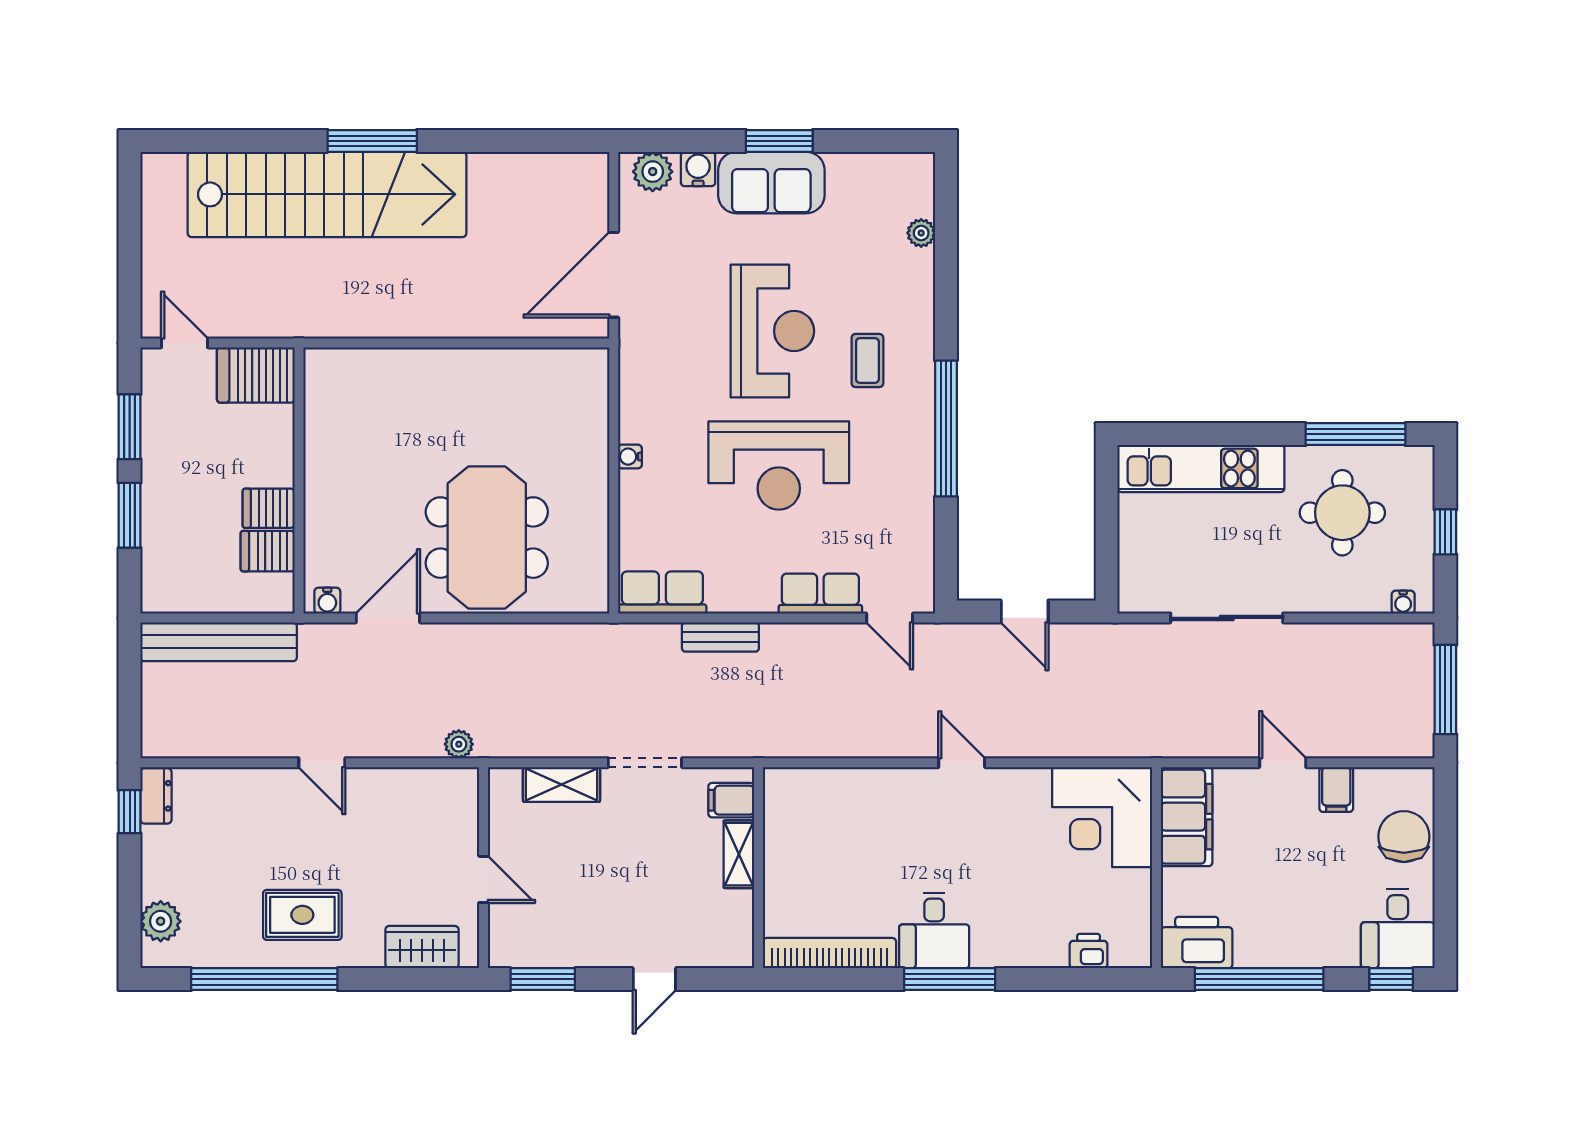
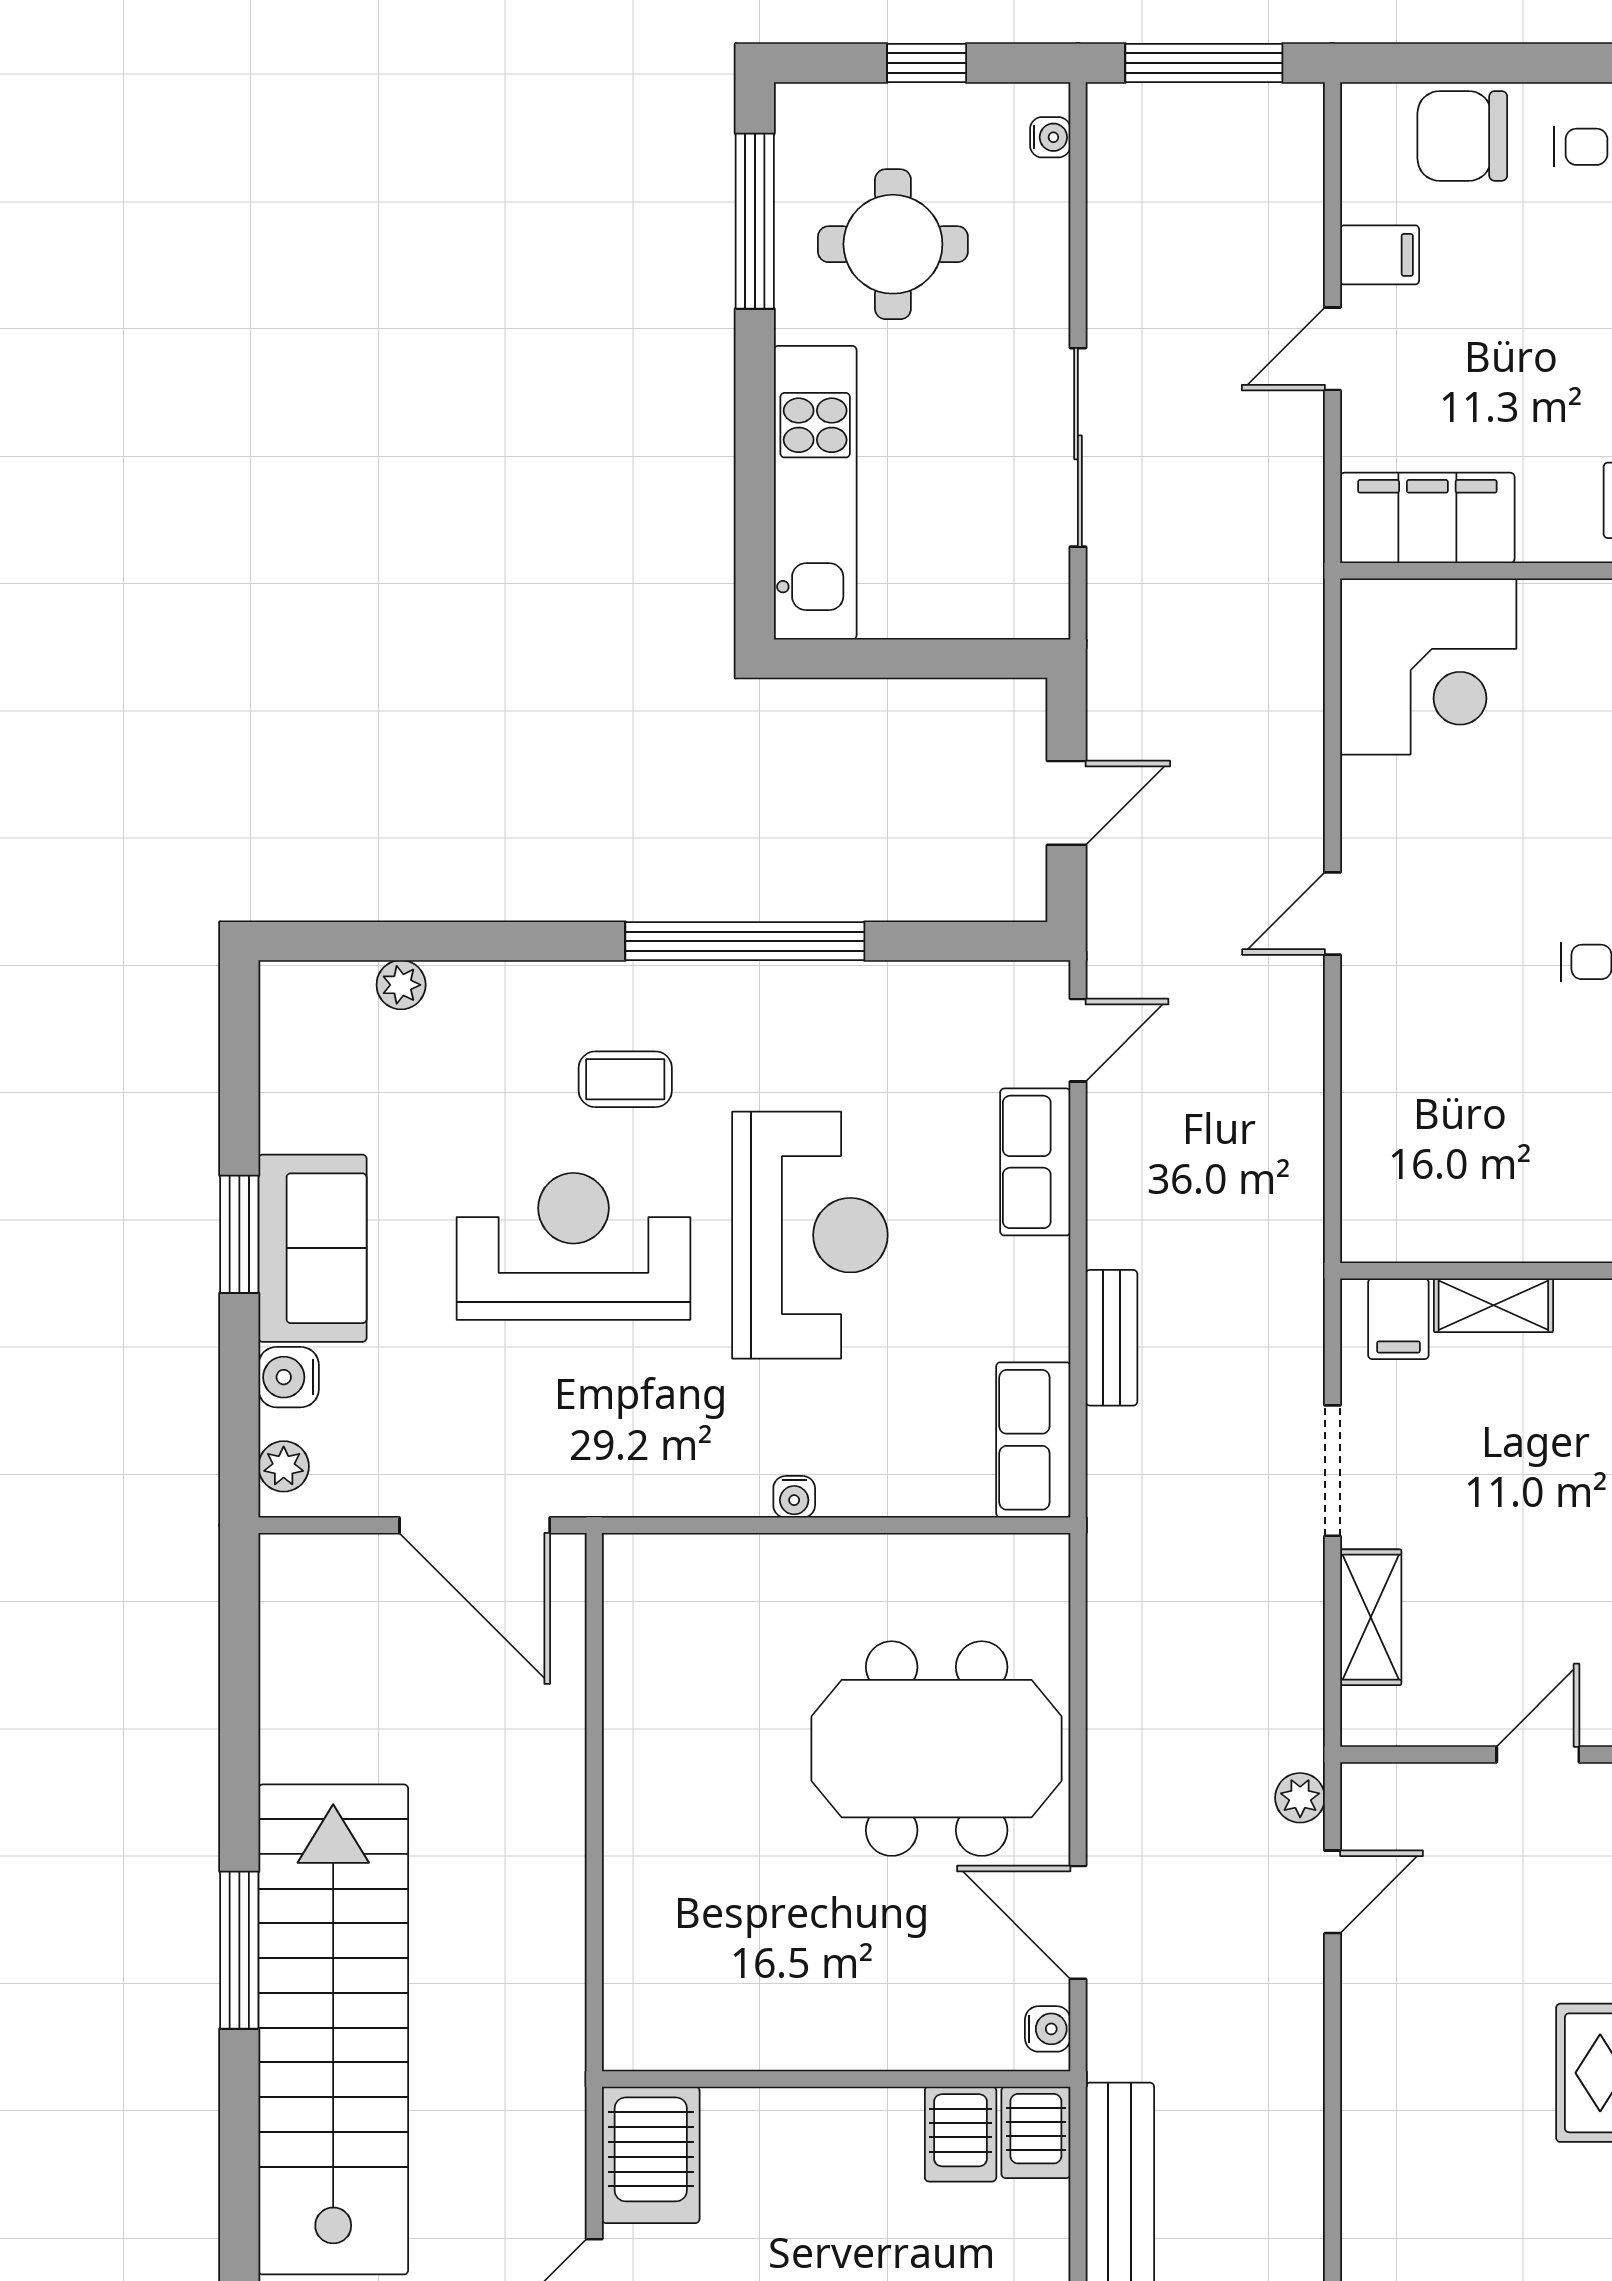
plant: (653, 172) -> (284, 1466), width x0.73, depth x0.73
server rack: (269, 508) -> (1036, 2132), moved
door: (322, 763) -> (1333, 1892), moved

